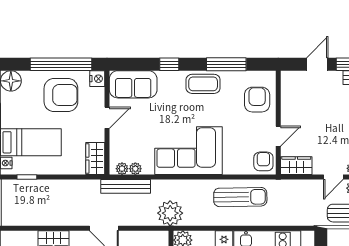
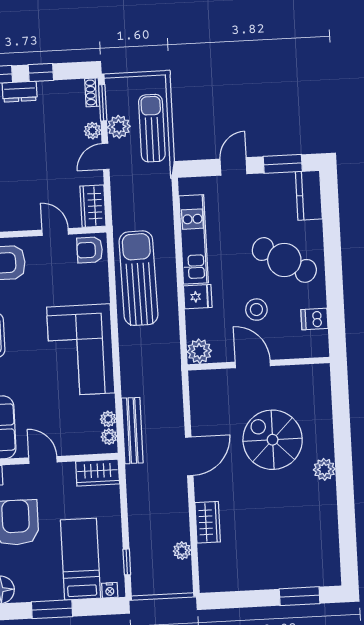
door: (333, 177) -> (106, 156), swing flipped
sun lounger: (240, 197) -> (138, 278), width x1.36, depth x1.34
plant: (170, 213) -> (182, 551), moved, width x0.53, depth x0.53

